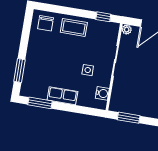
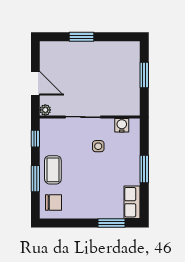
window: (69, 11) -> (35, 179), added
row of seats: (62, 96) -> (132, 202), moved
window: (40, 103) -> (144, 169), moved
window: (129, 118) -> (144, 75), moved

